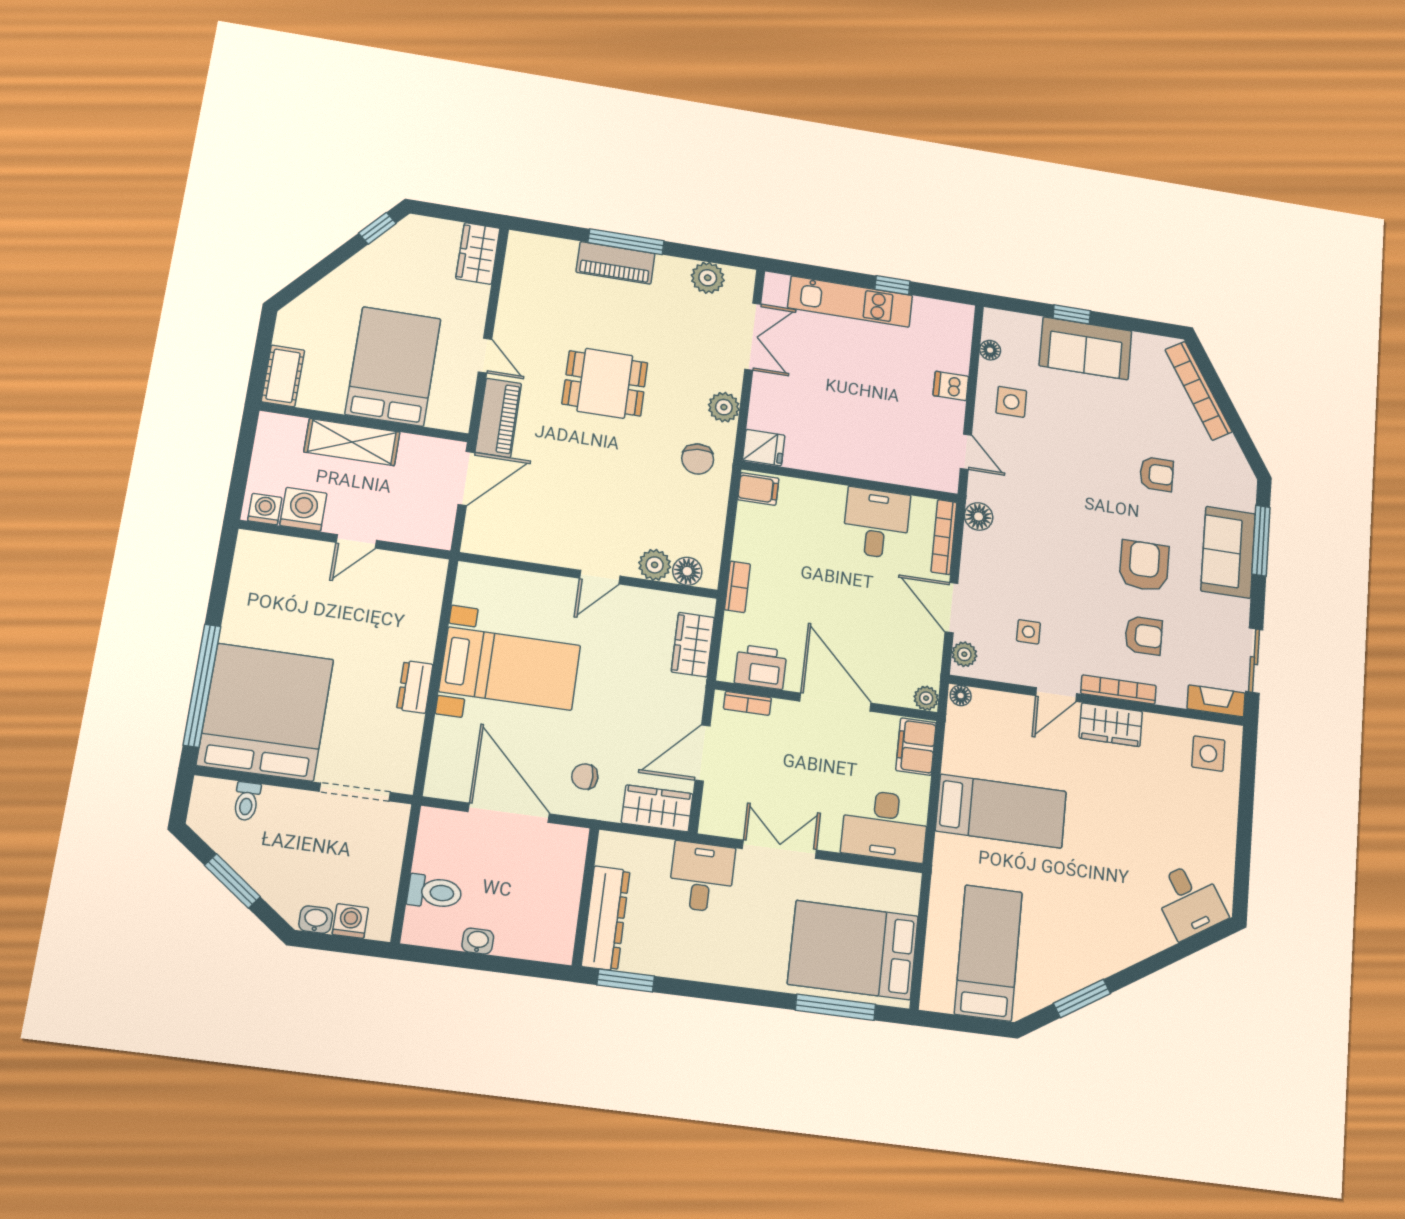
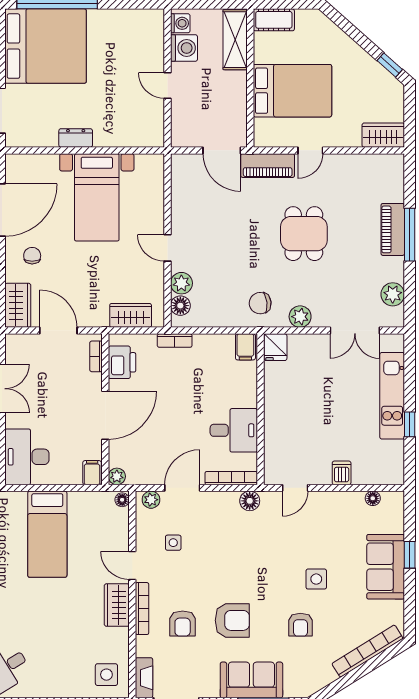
side table: (1011, 402) -> (316, 579), moved
shelving: (352, 442) -> (235, 40), moved
filing cabinet: (916, 747) -> (92, 473), width x0.50

